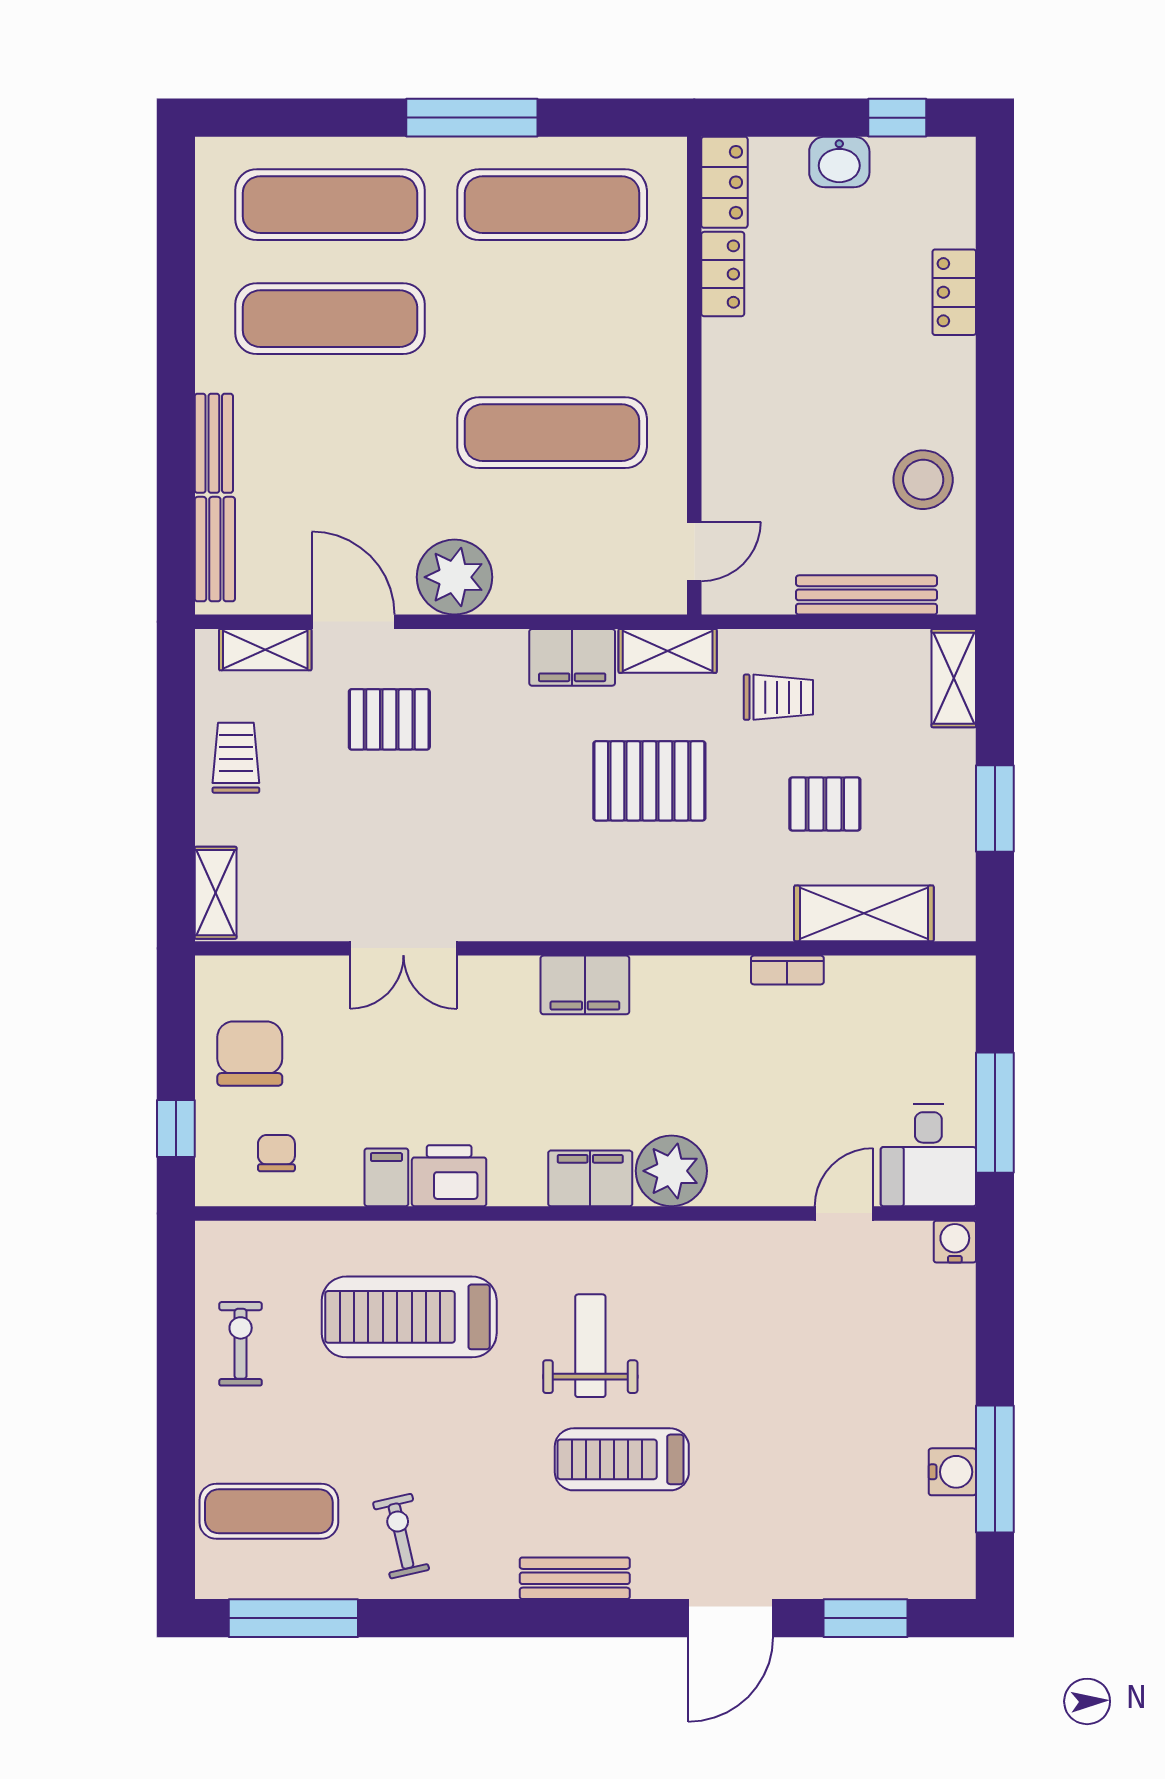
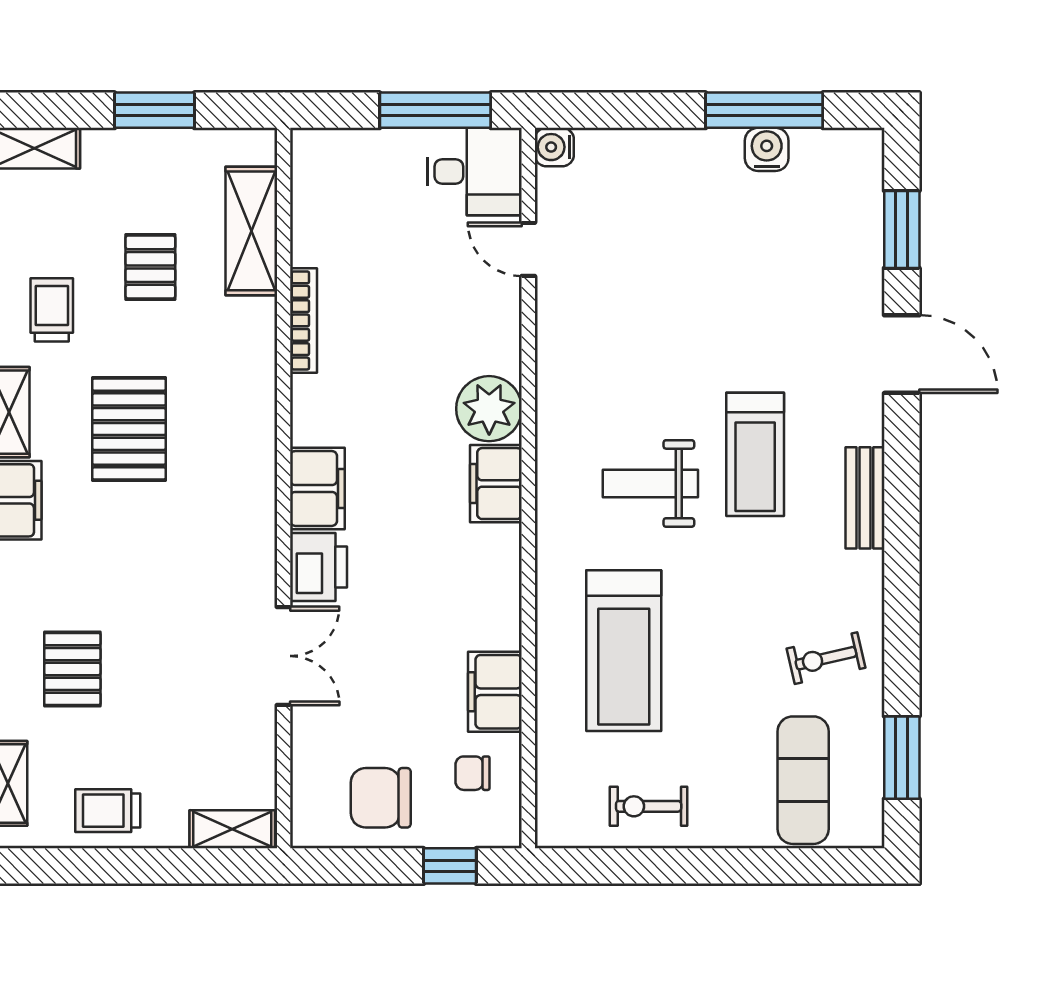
bookcase: (787, 970) -> (304, 320), width x1.56
printer: (449, 1176) -> (318, 567), moved, turned 180
filing cabinet: (386, 1177) -> (495, 692), width x2.00
window: (293, 1618) -> (902, 758), width x0.69

